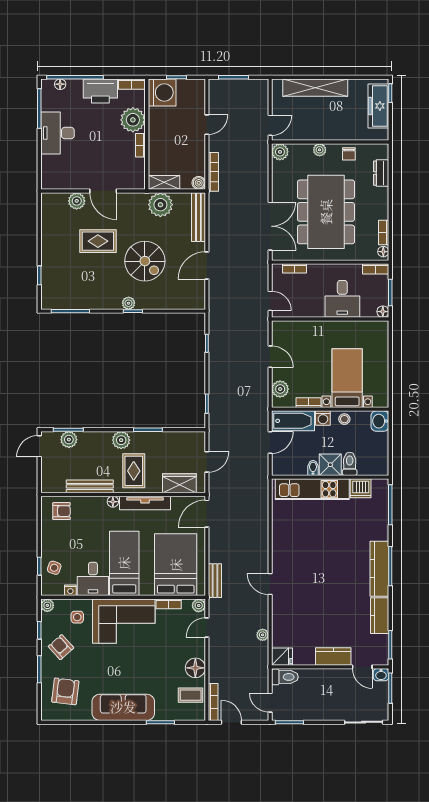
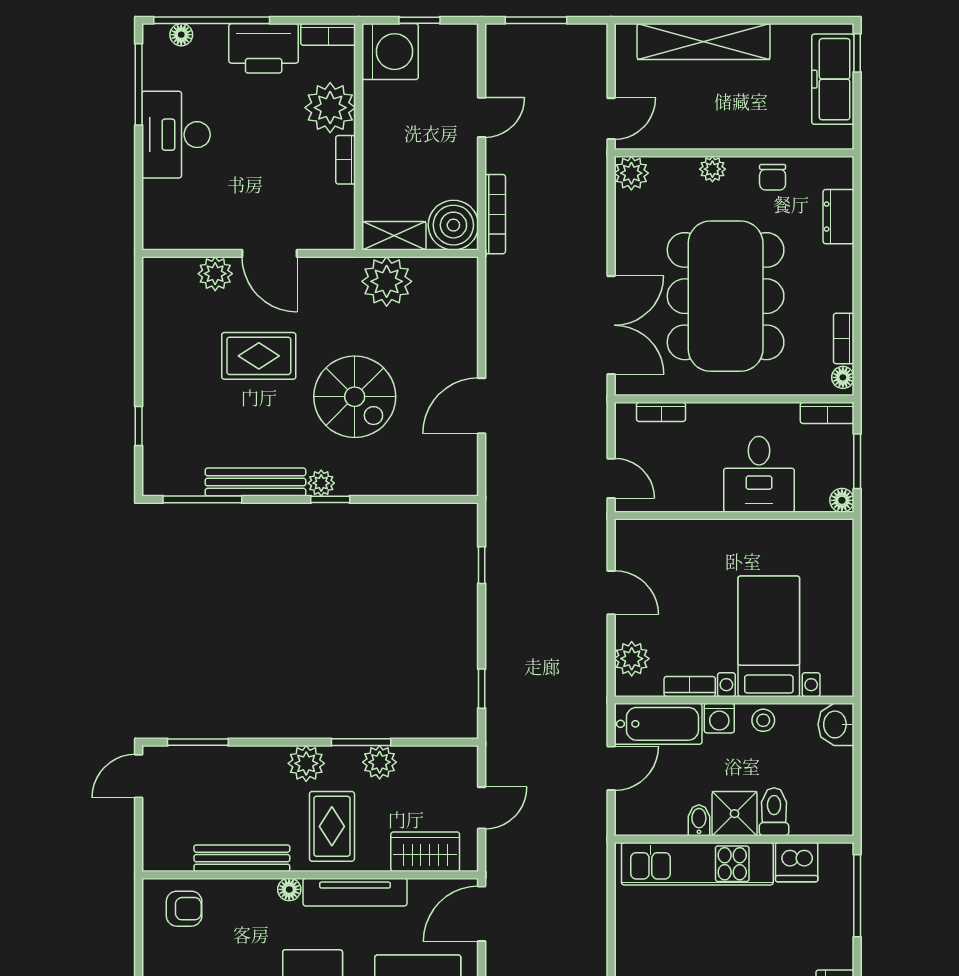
boiler: (199, 183) -> (453, 225), width x1.86, depth x1.86
bench: (198, 217) -> (255, 482), moved, turned 90
plant: (69, 440) -> (380, 762), moved

